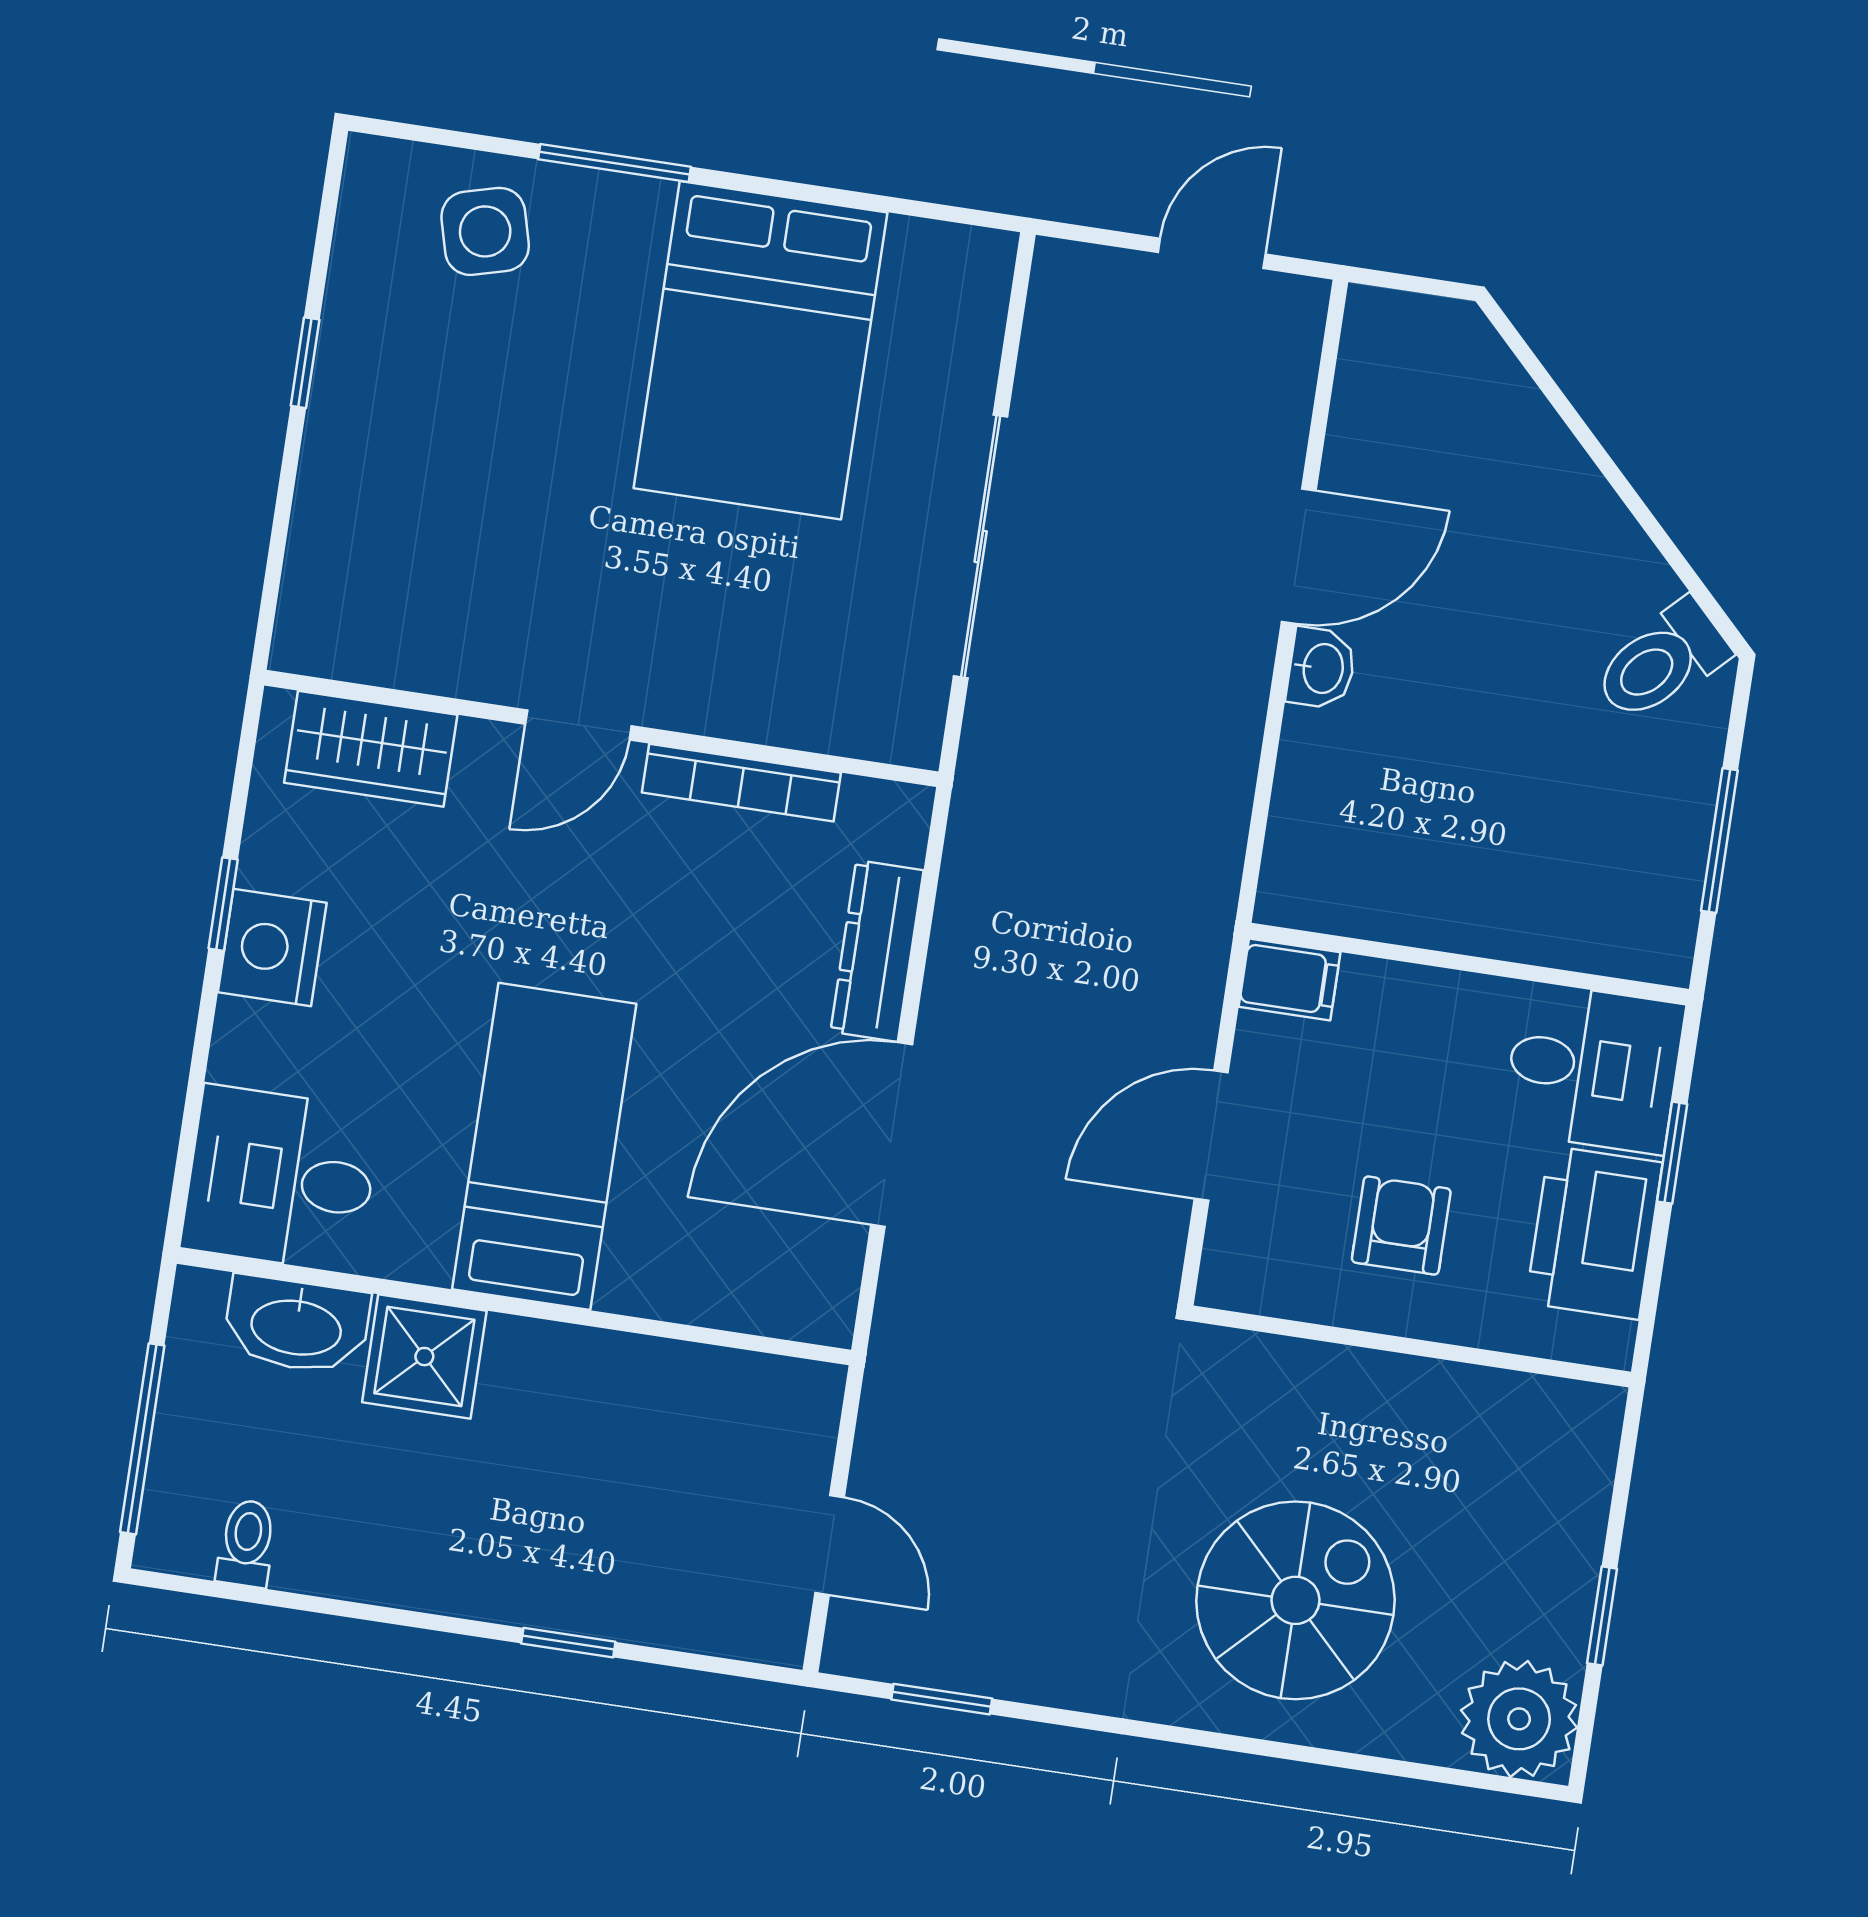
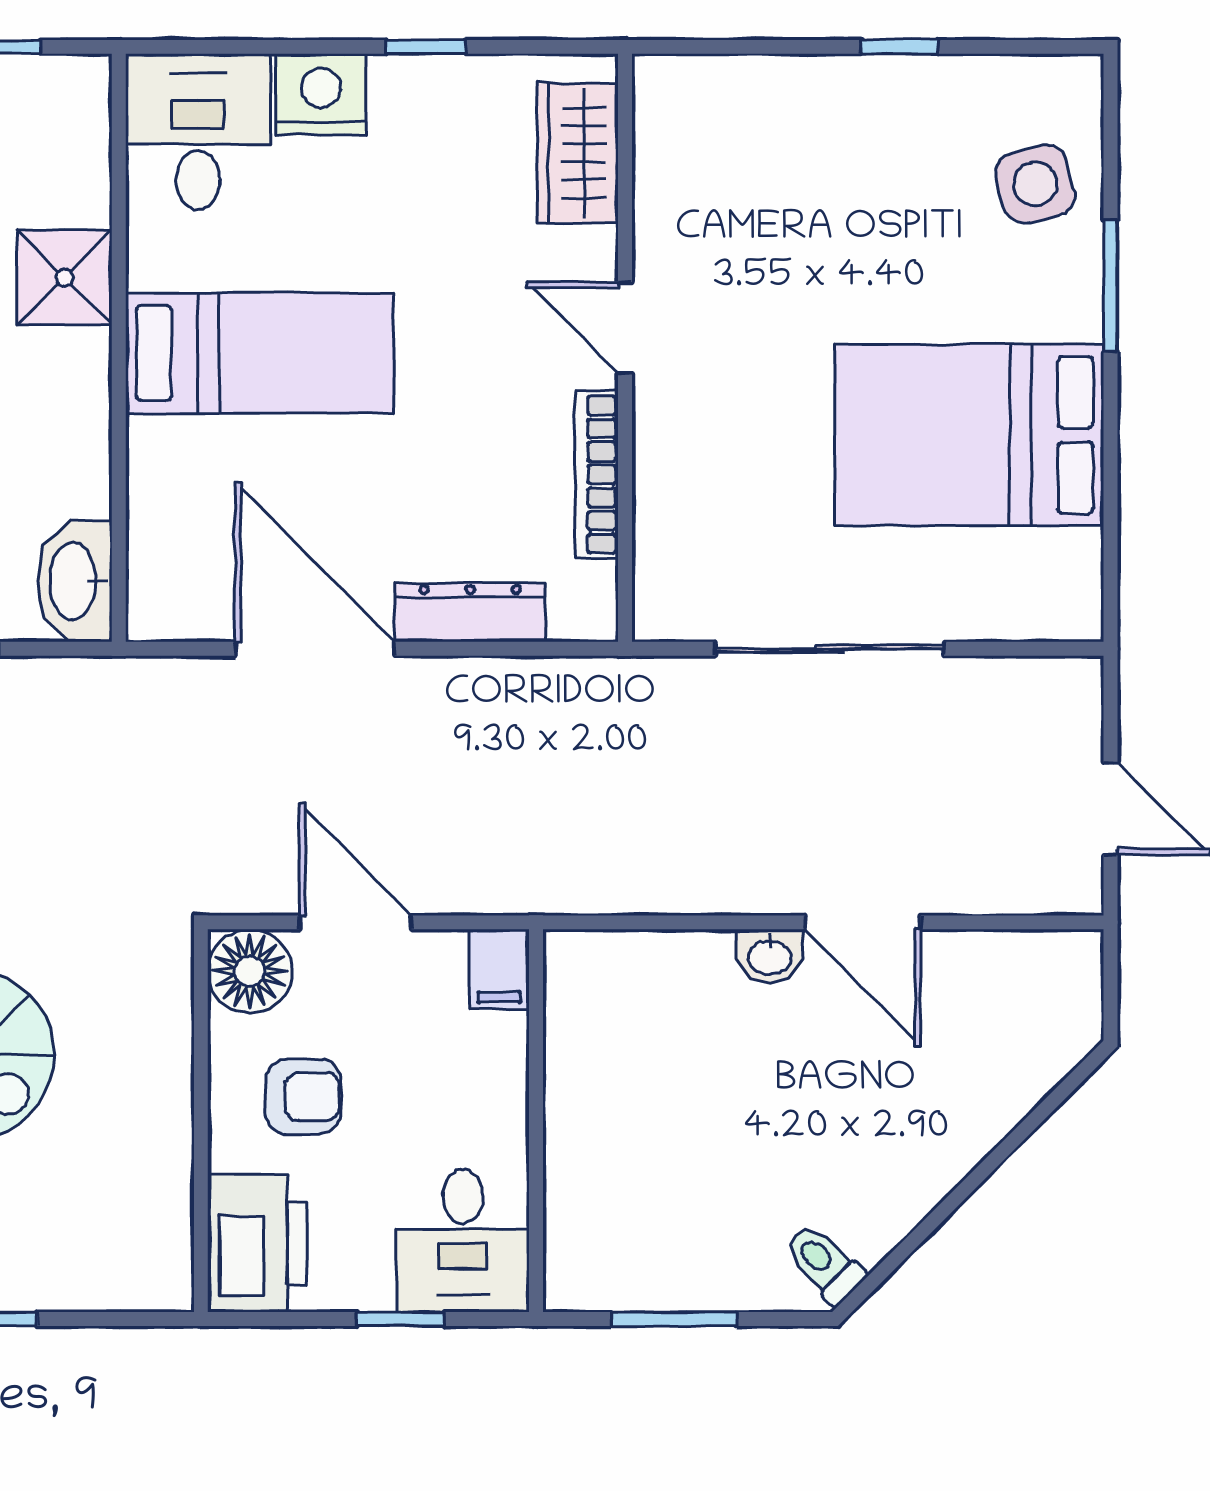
toilet: (1661, 661) -> (824, 1264), width x0.73, depth x0.72
nightstand: (272, 947) -> (321, 94), moved
printer: (1594, 1233) -> (257, 1243), moved, turned 90
floor lamp: (1249, 1265) -> (250, 971), added
washbasin: (296, 1325) -> (75, 581), moved

